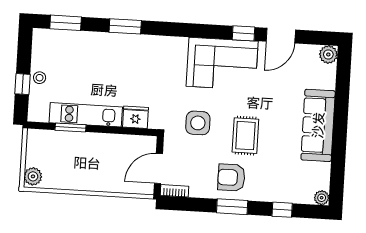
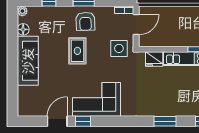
plant: (328, 54) -> (24, 110), removed
side table: (198, 123) -> (119, 48), moved
floor lamp: (322, 171) -> (23, 29), added
armchair: (231, 177) -> (85, 21), turned 88

